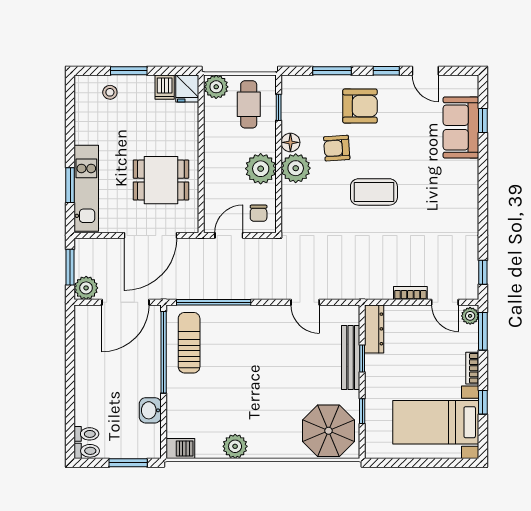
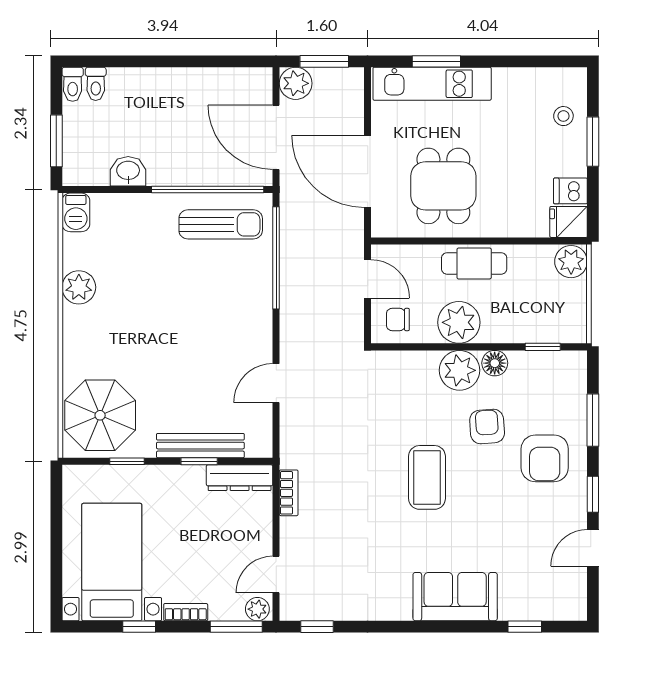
cafe table: (249, 104) -> (474, 263), moved
sofa: (461, 127) -> (455, 597), moved
bookcase: (410, 293) -> (289, 493), moved

